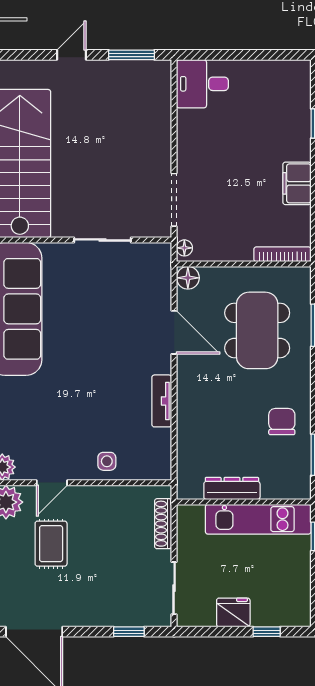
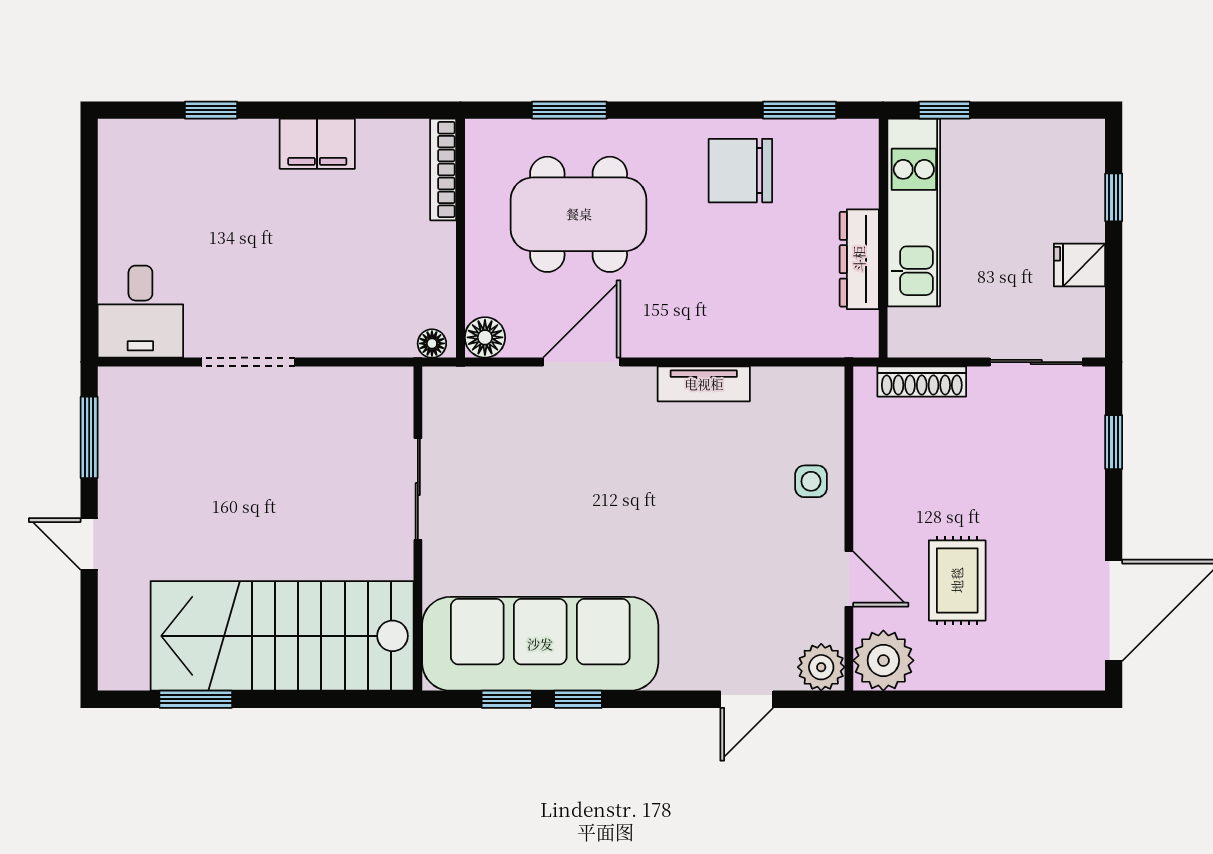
doorway: (174, 200) -> (248, 362), moved
chair: (282, 422) -> (740, 171), width x1.37, depth x1.37
rug: (51, 544) -> (957, 580), turned 90
fridge: (233, 612) -> (1079, 265), width x0.72

